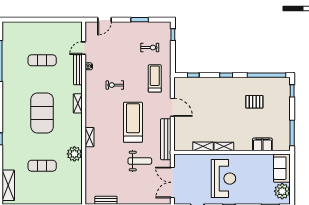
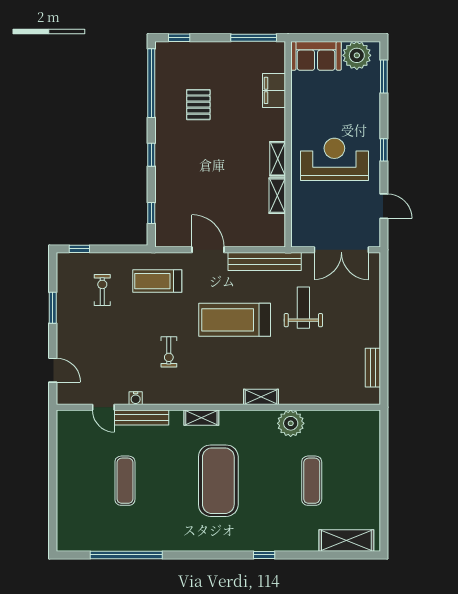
door: (172, 107) -> (208, 250), hinge flipped
exercise mat: (42, 113) -> (218, 481), turned 90

